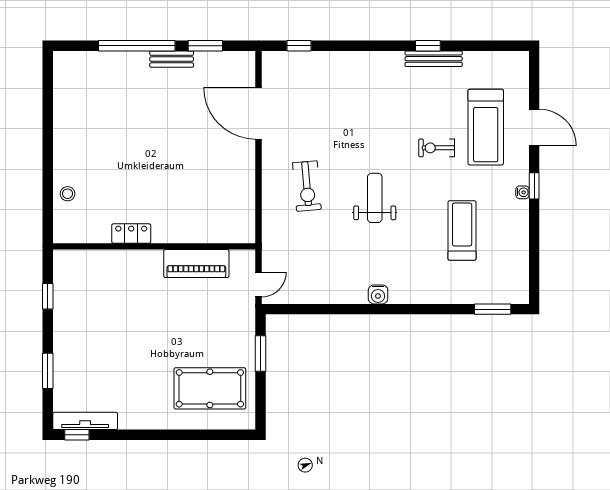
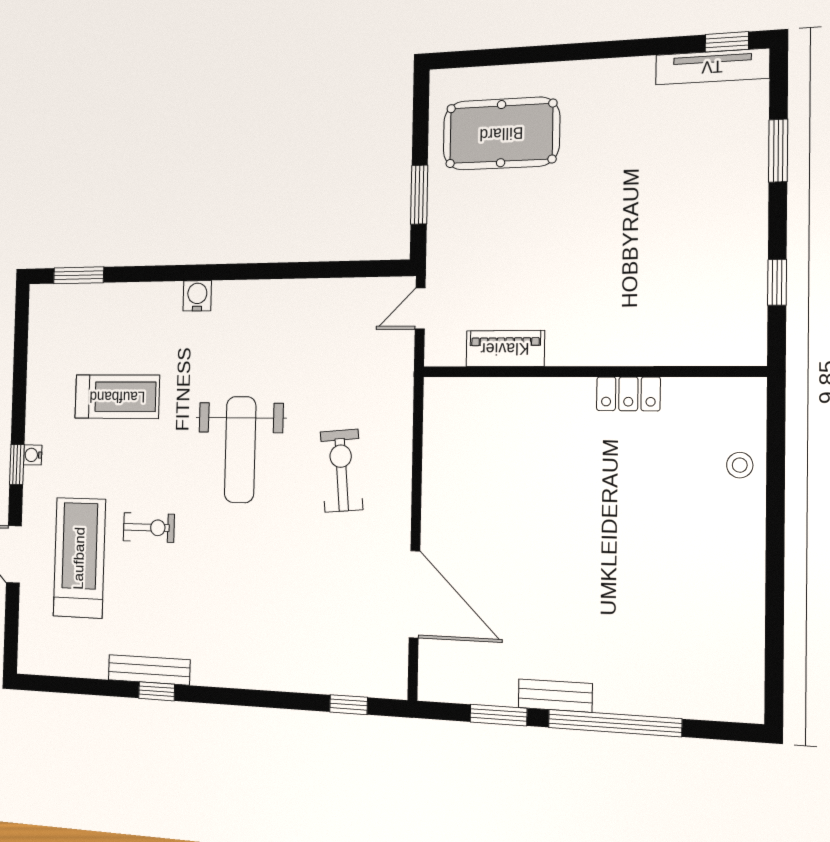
weight bench: (375, 198) -> (240, 450), width x1.36, depth x1.33
treadmill: (462, 230) -> (117, 397), turned -90
piano: (196, 263) -> (505, 349), width x0.73, depth x0.75
water cooler: (378, 294) -> (197, 296), moved

